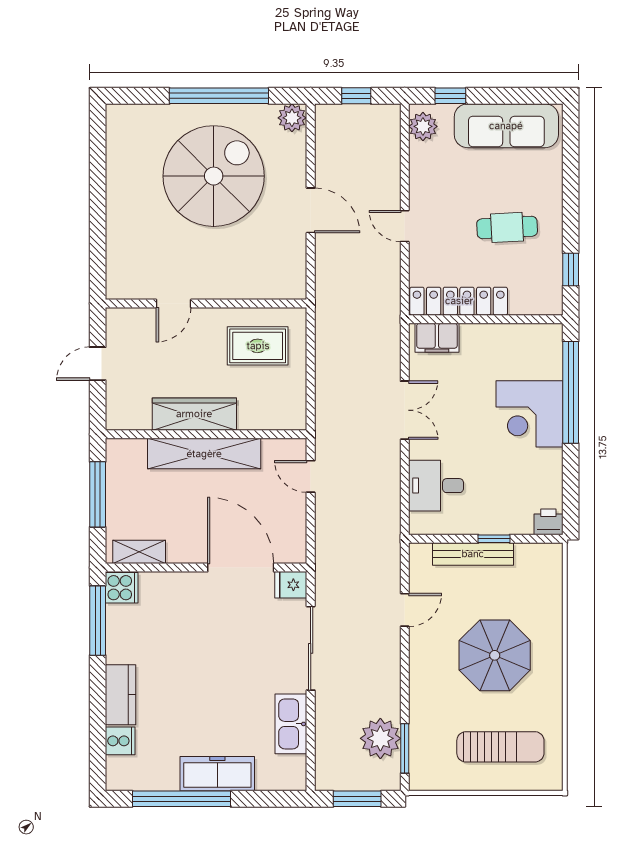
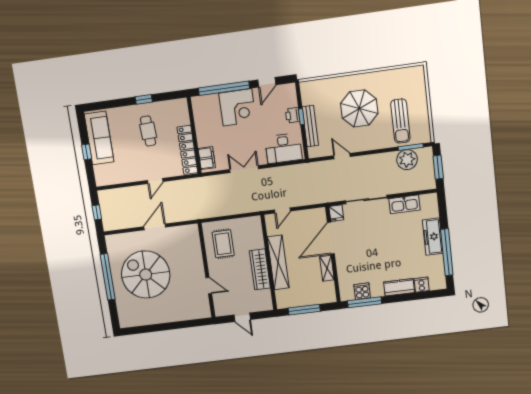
window: (450, 96) -> (87, 152), moved
plant: (292, 118) -> (112, 241), removed
plant: (423, 126) -> (106, 178), removed
window: (571, 269) -> (144, 99), moved
door: (571, 479) -> (267, 82), added
desk: (436, 486) -> (284, 148), width x1.37
printer: (548, 522) -> (293, 115), moved
shelving: (139, 552) -> (327, 268), moved
cooker: (122, 588) -> (362, 291), moved
sun lounger: (500, 747) -> (400, 121), moved, turned 180

